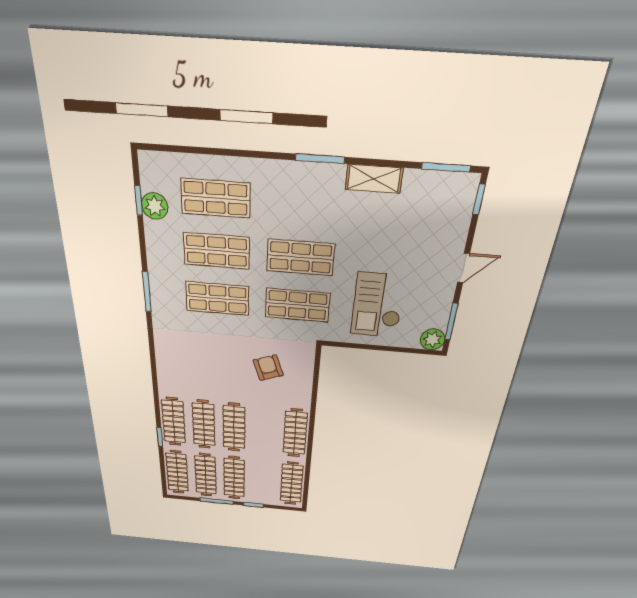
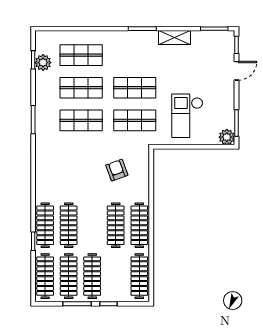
door: (463, 268) -> (236, 71), moved
clothes rail: (234, 427) -> (116, 225), moved

